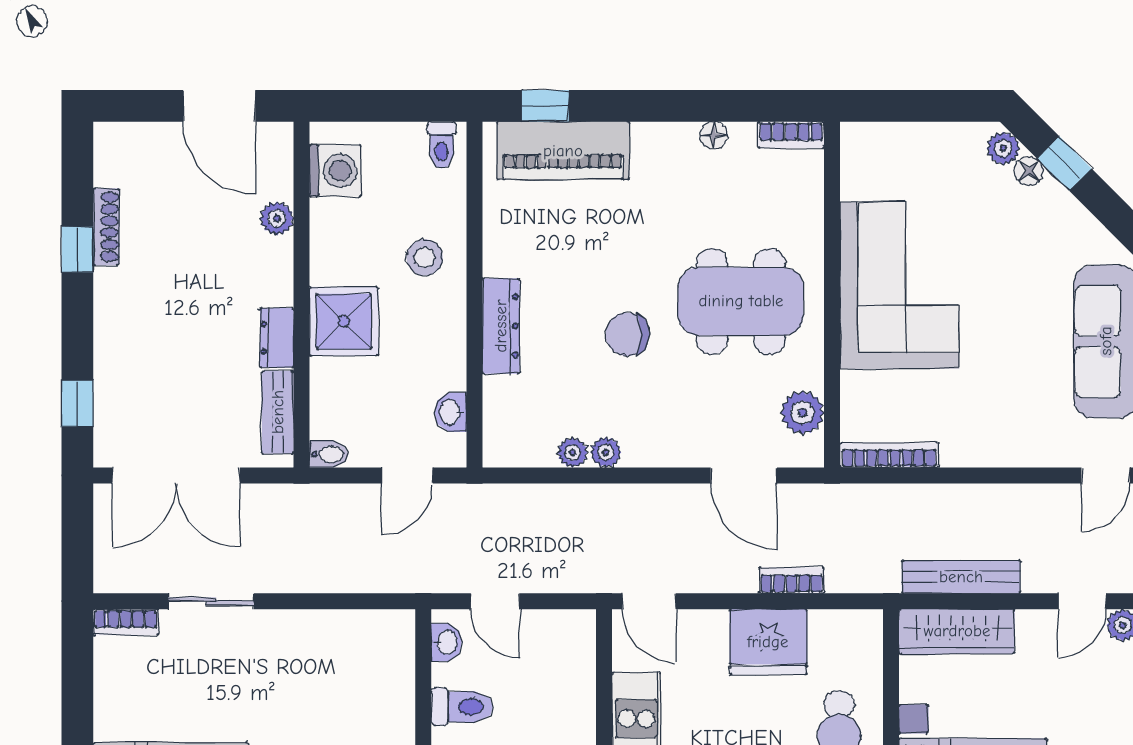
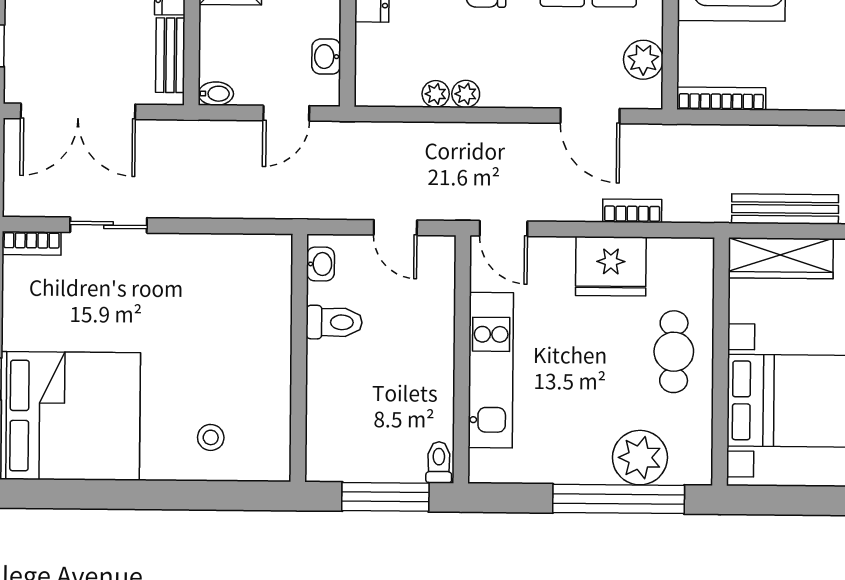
door: (495, 601) -> (395, 228), moved

